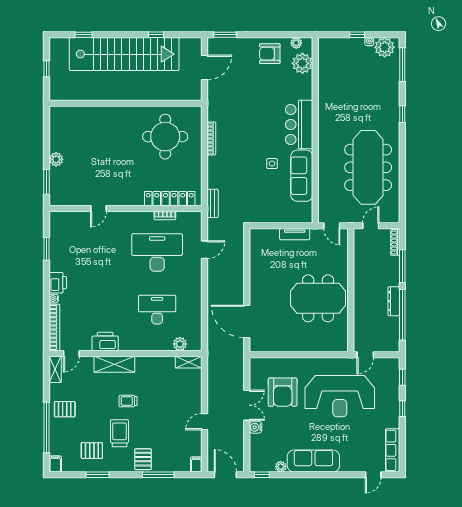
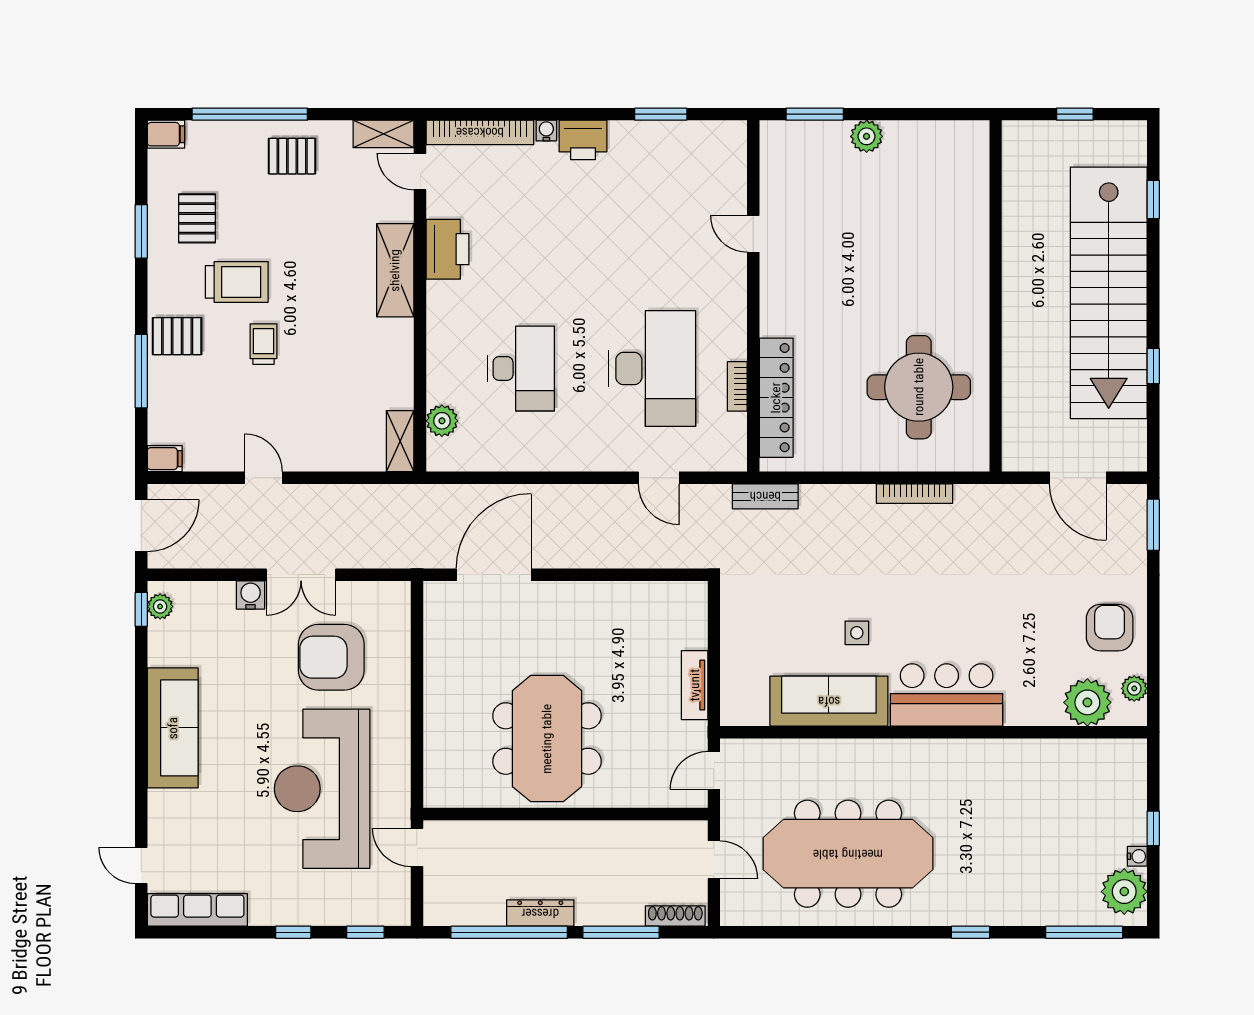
trolley: (128, 401) -> (264, 344), moved
pallet: (65, 409) -> (292, 156), turned 90
plant: (281, 467) -> (160, 606), moved

